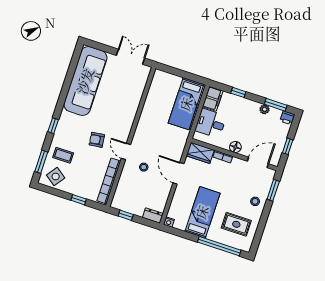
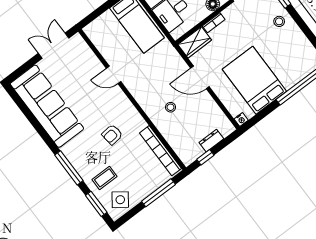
window: (53, 126) -> (69, 168), width x2.17
door: (126, 151) -> (114, 75), moved
window: (79, 200) -> (158, 193), width x2.17
bed: (202, 212) -> (254, 80), width x1.50
dresser: (153, 216) -> (211, 141), moved
rug: (236, 224) -> (289, 55), removed

